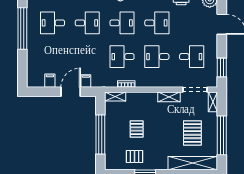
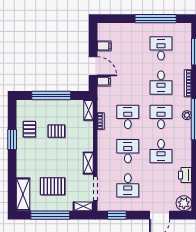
desk: (122, 23) -> (161, 117), turned 180
shelving: (193, 163) -> (23, 194), width x0.68

